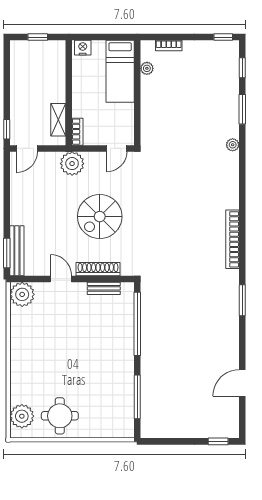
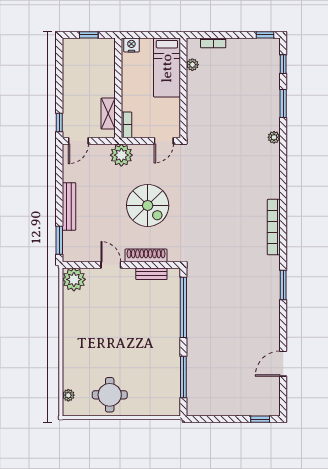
spiral stairs: (100, 217) -> (148, 205), turned -90
bench: (17, 251) -> (69, 206), moved
plant: (22, 416) -> (68, 395), width x0.53, depth x0.53

